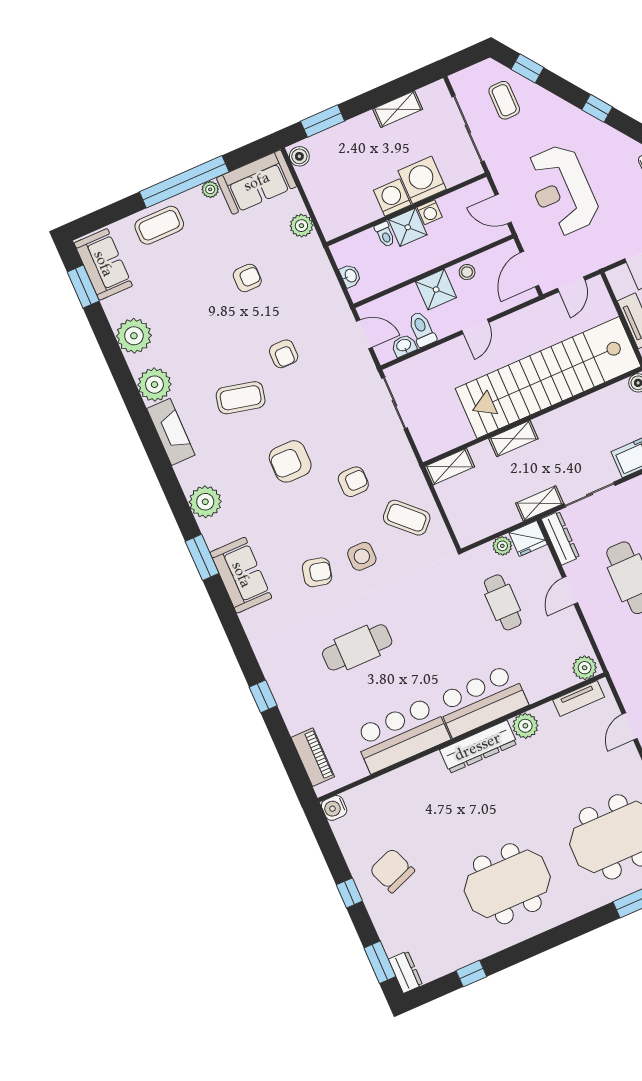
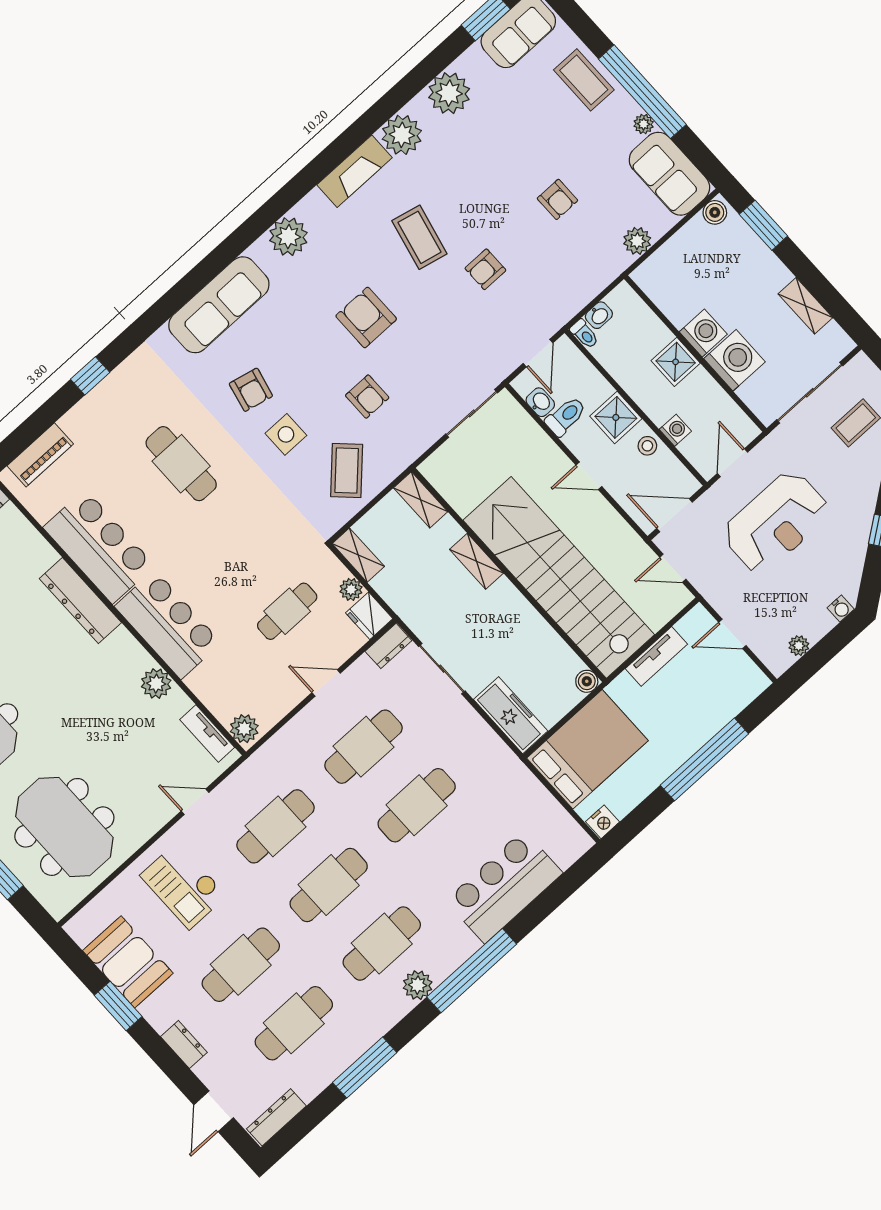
reception desk: (562, 190) -> (776, 522), turned 180
washing machine: (430, 212) -> (675, 430), moved, turned 180
toilet: (385, 234) -> (584, 334), moved, turned -90
shelving: (540, 503) -> (358, 555), moved
dresser: (560, 538) -> (388, 646), width x0.70
window: (202, 557) -> (224, 254), removed
sofa: (241, 575) -> (219, 305), width x1.36
dresser: (478, 747) -> (80, 601), moved

